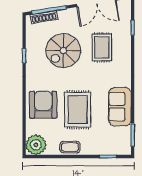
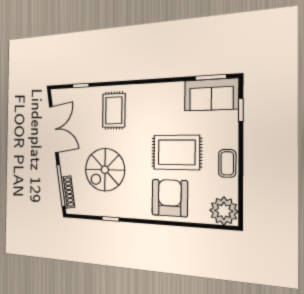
rug: (102, 47) -> (114, 110), moved, turned 90
spiral stairs: (63, 51) -> (105, 170), turned 90
armchair: (43, 105) -> (170, 198), turned 90
sofa: (120, 107) -> (211, 95), moved

